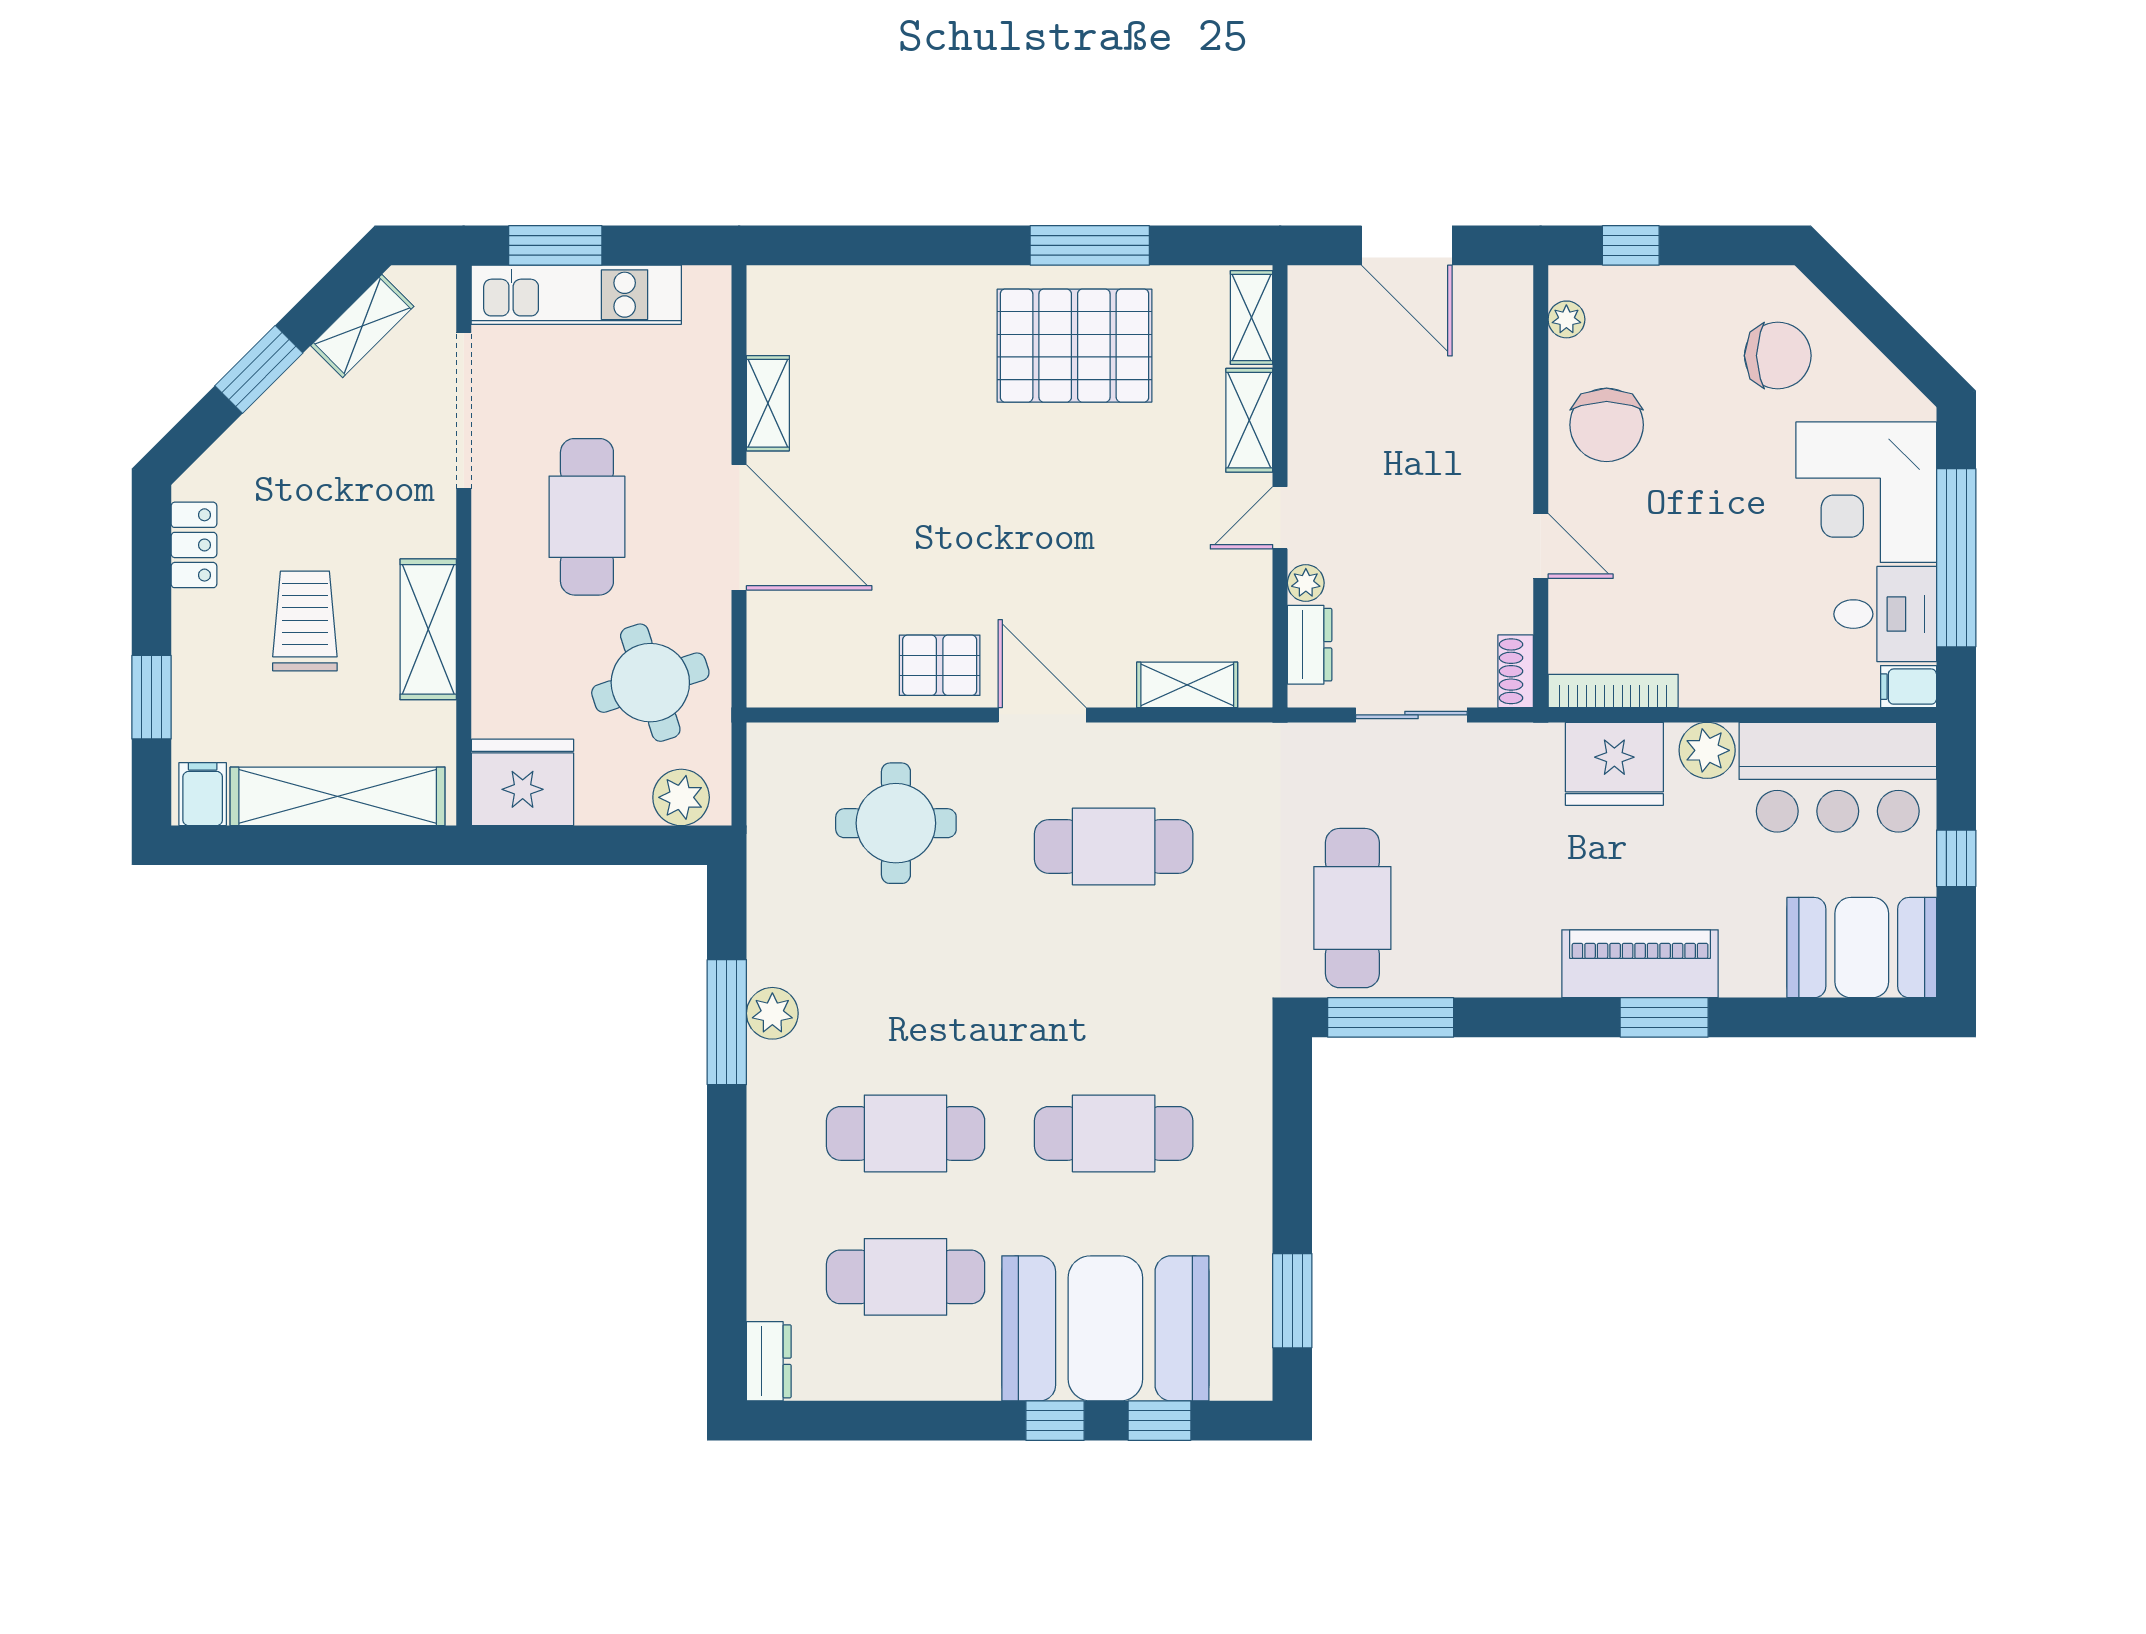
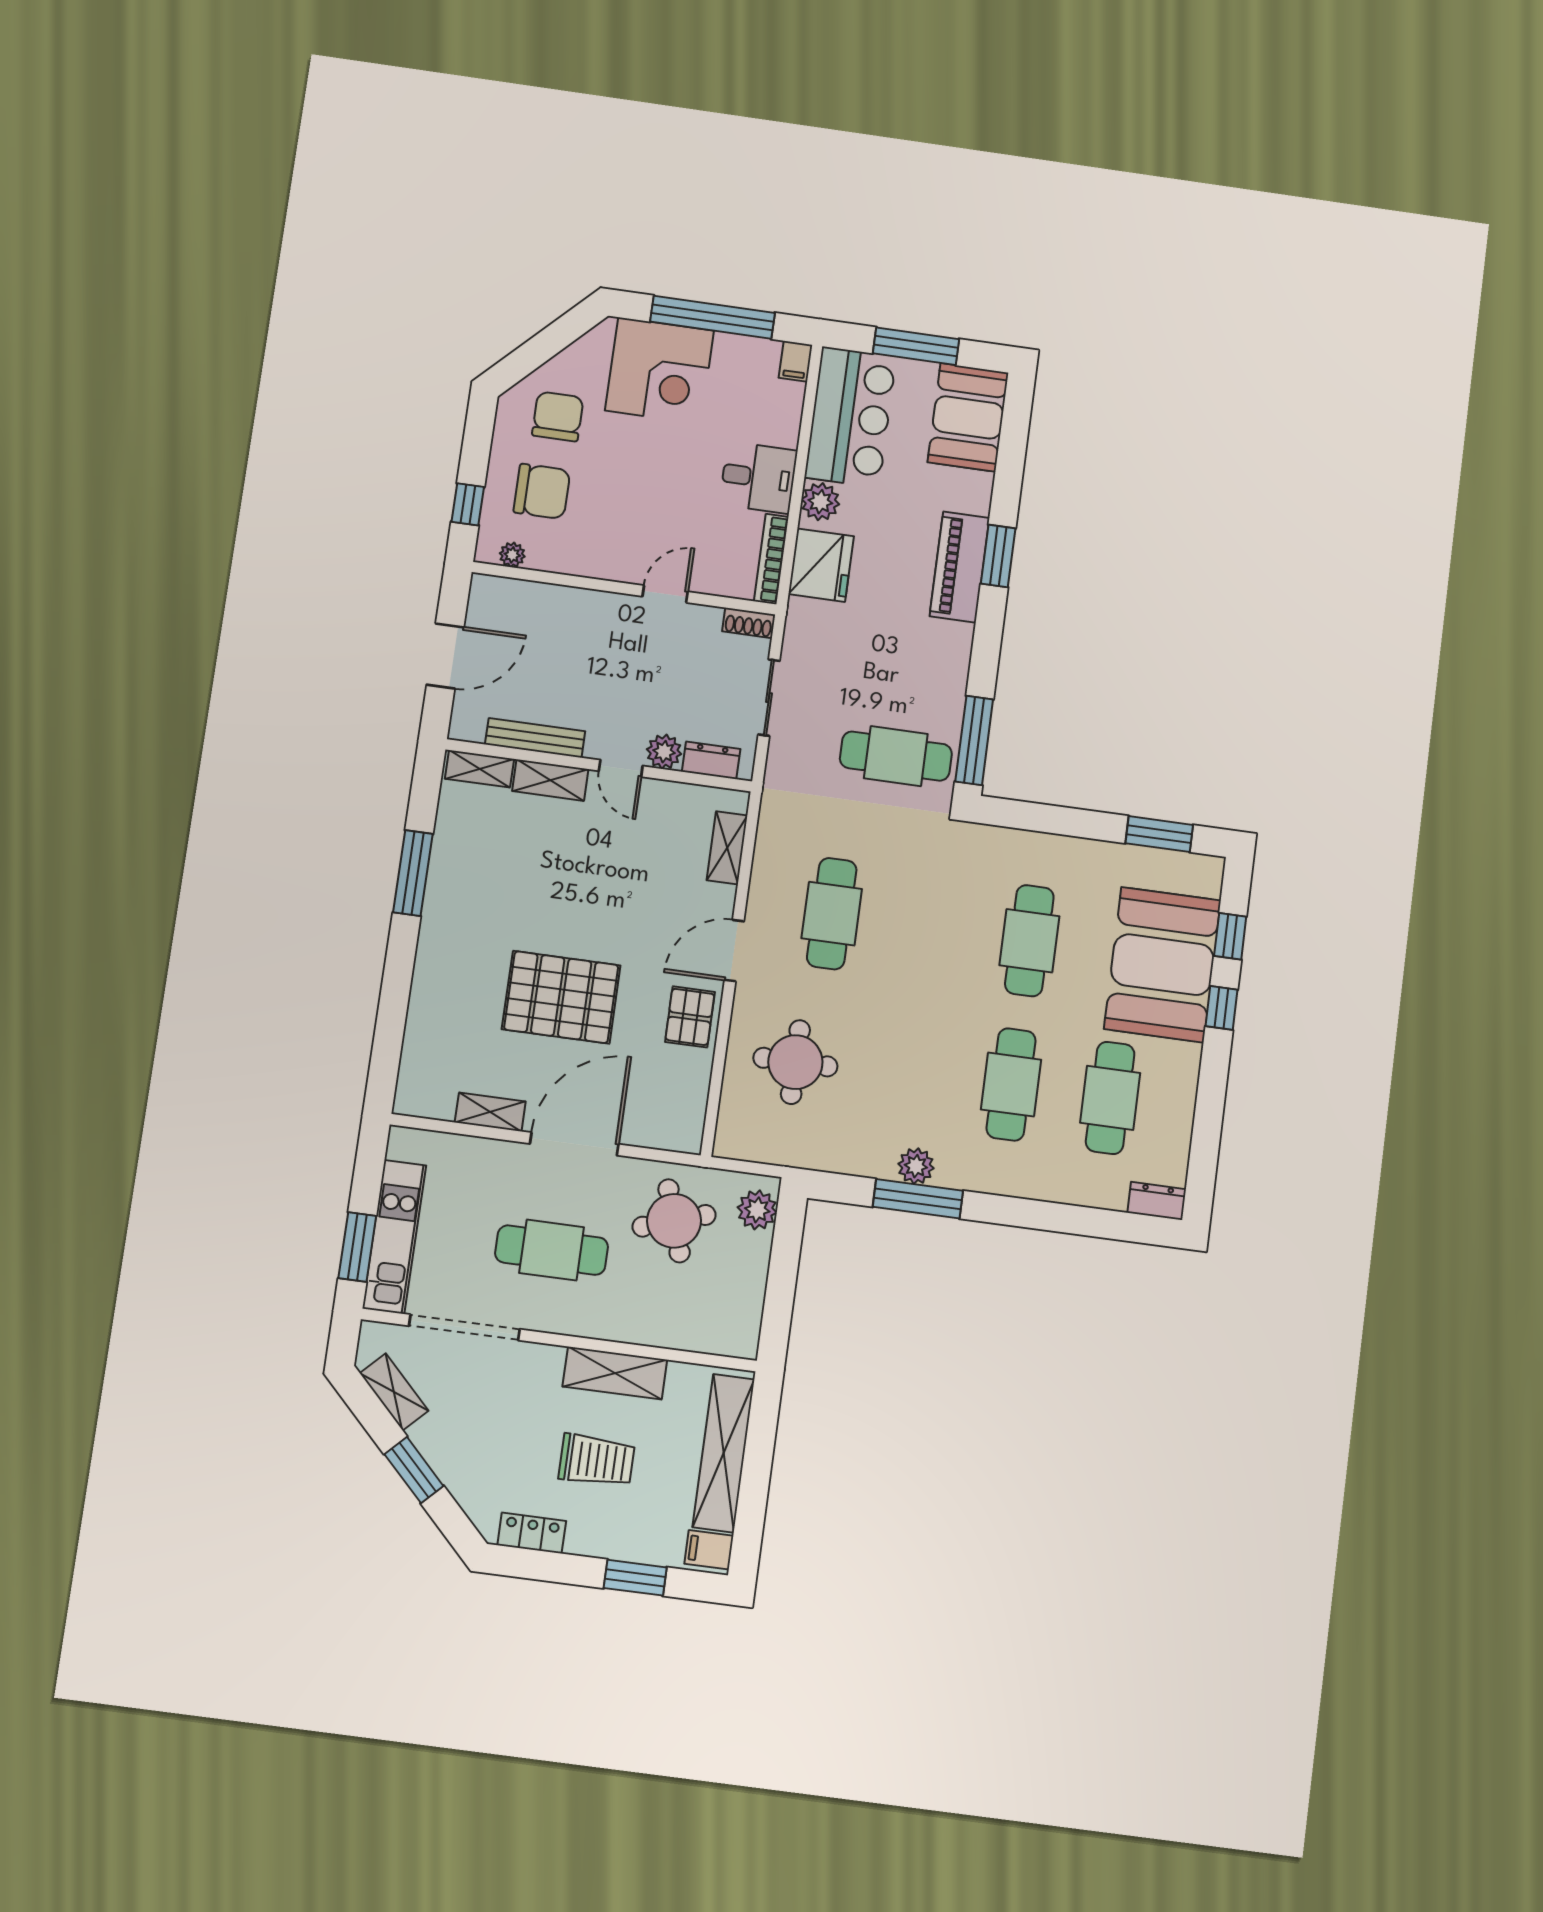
pallet: (1074, 346) -> (561, 997), moved, turned 90
bench: (1307, 390) -> (535, 738), added
chair: (1607, 425) -> (542, 491), moved
plant: (1306, 583) -> (664, 752), width x1.38, depth x1.38
desk: (1885, 614) -> (758, 477), moved, turned 90
trolley: (305, 621) -> (597, 1460), turned 180
fridge: (523, 782) -> (732, 1320), removed
window: (1956, 858) -> (916, 346), width x2.17

